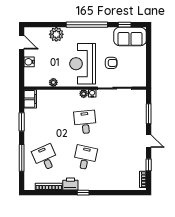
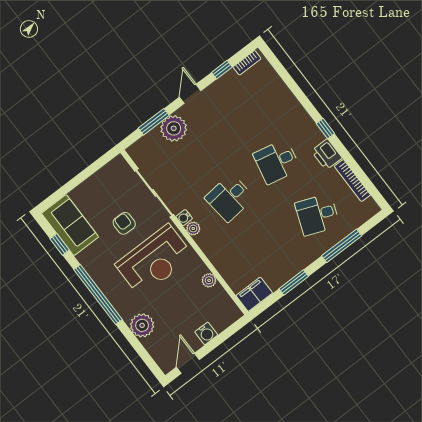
plant: (138, 121) -> (174, 128), added
desk: (45, 158) -> (317, 215), turned 45

